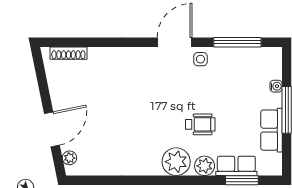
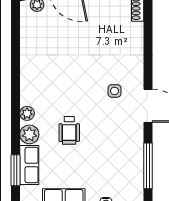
side table: (200, 59) -> (114, 91), moved
plant: (176, 162) -> (27, 113), width x0.53, depth x0.53

